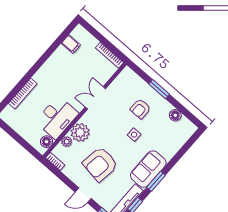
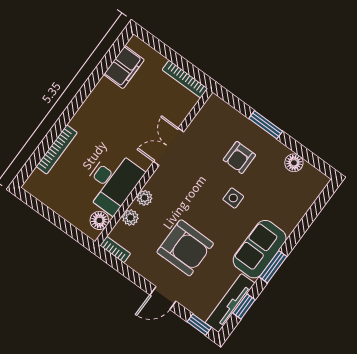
filing cabinet: (71, 44) -> (124, 67), width x2.00
plant: (80, 132) -> (144, 198), width x0.53, depth x0.53
armchair: (100, 164) -> (185, 248), turned -98

